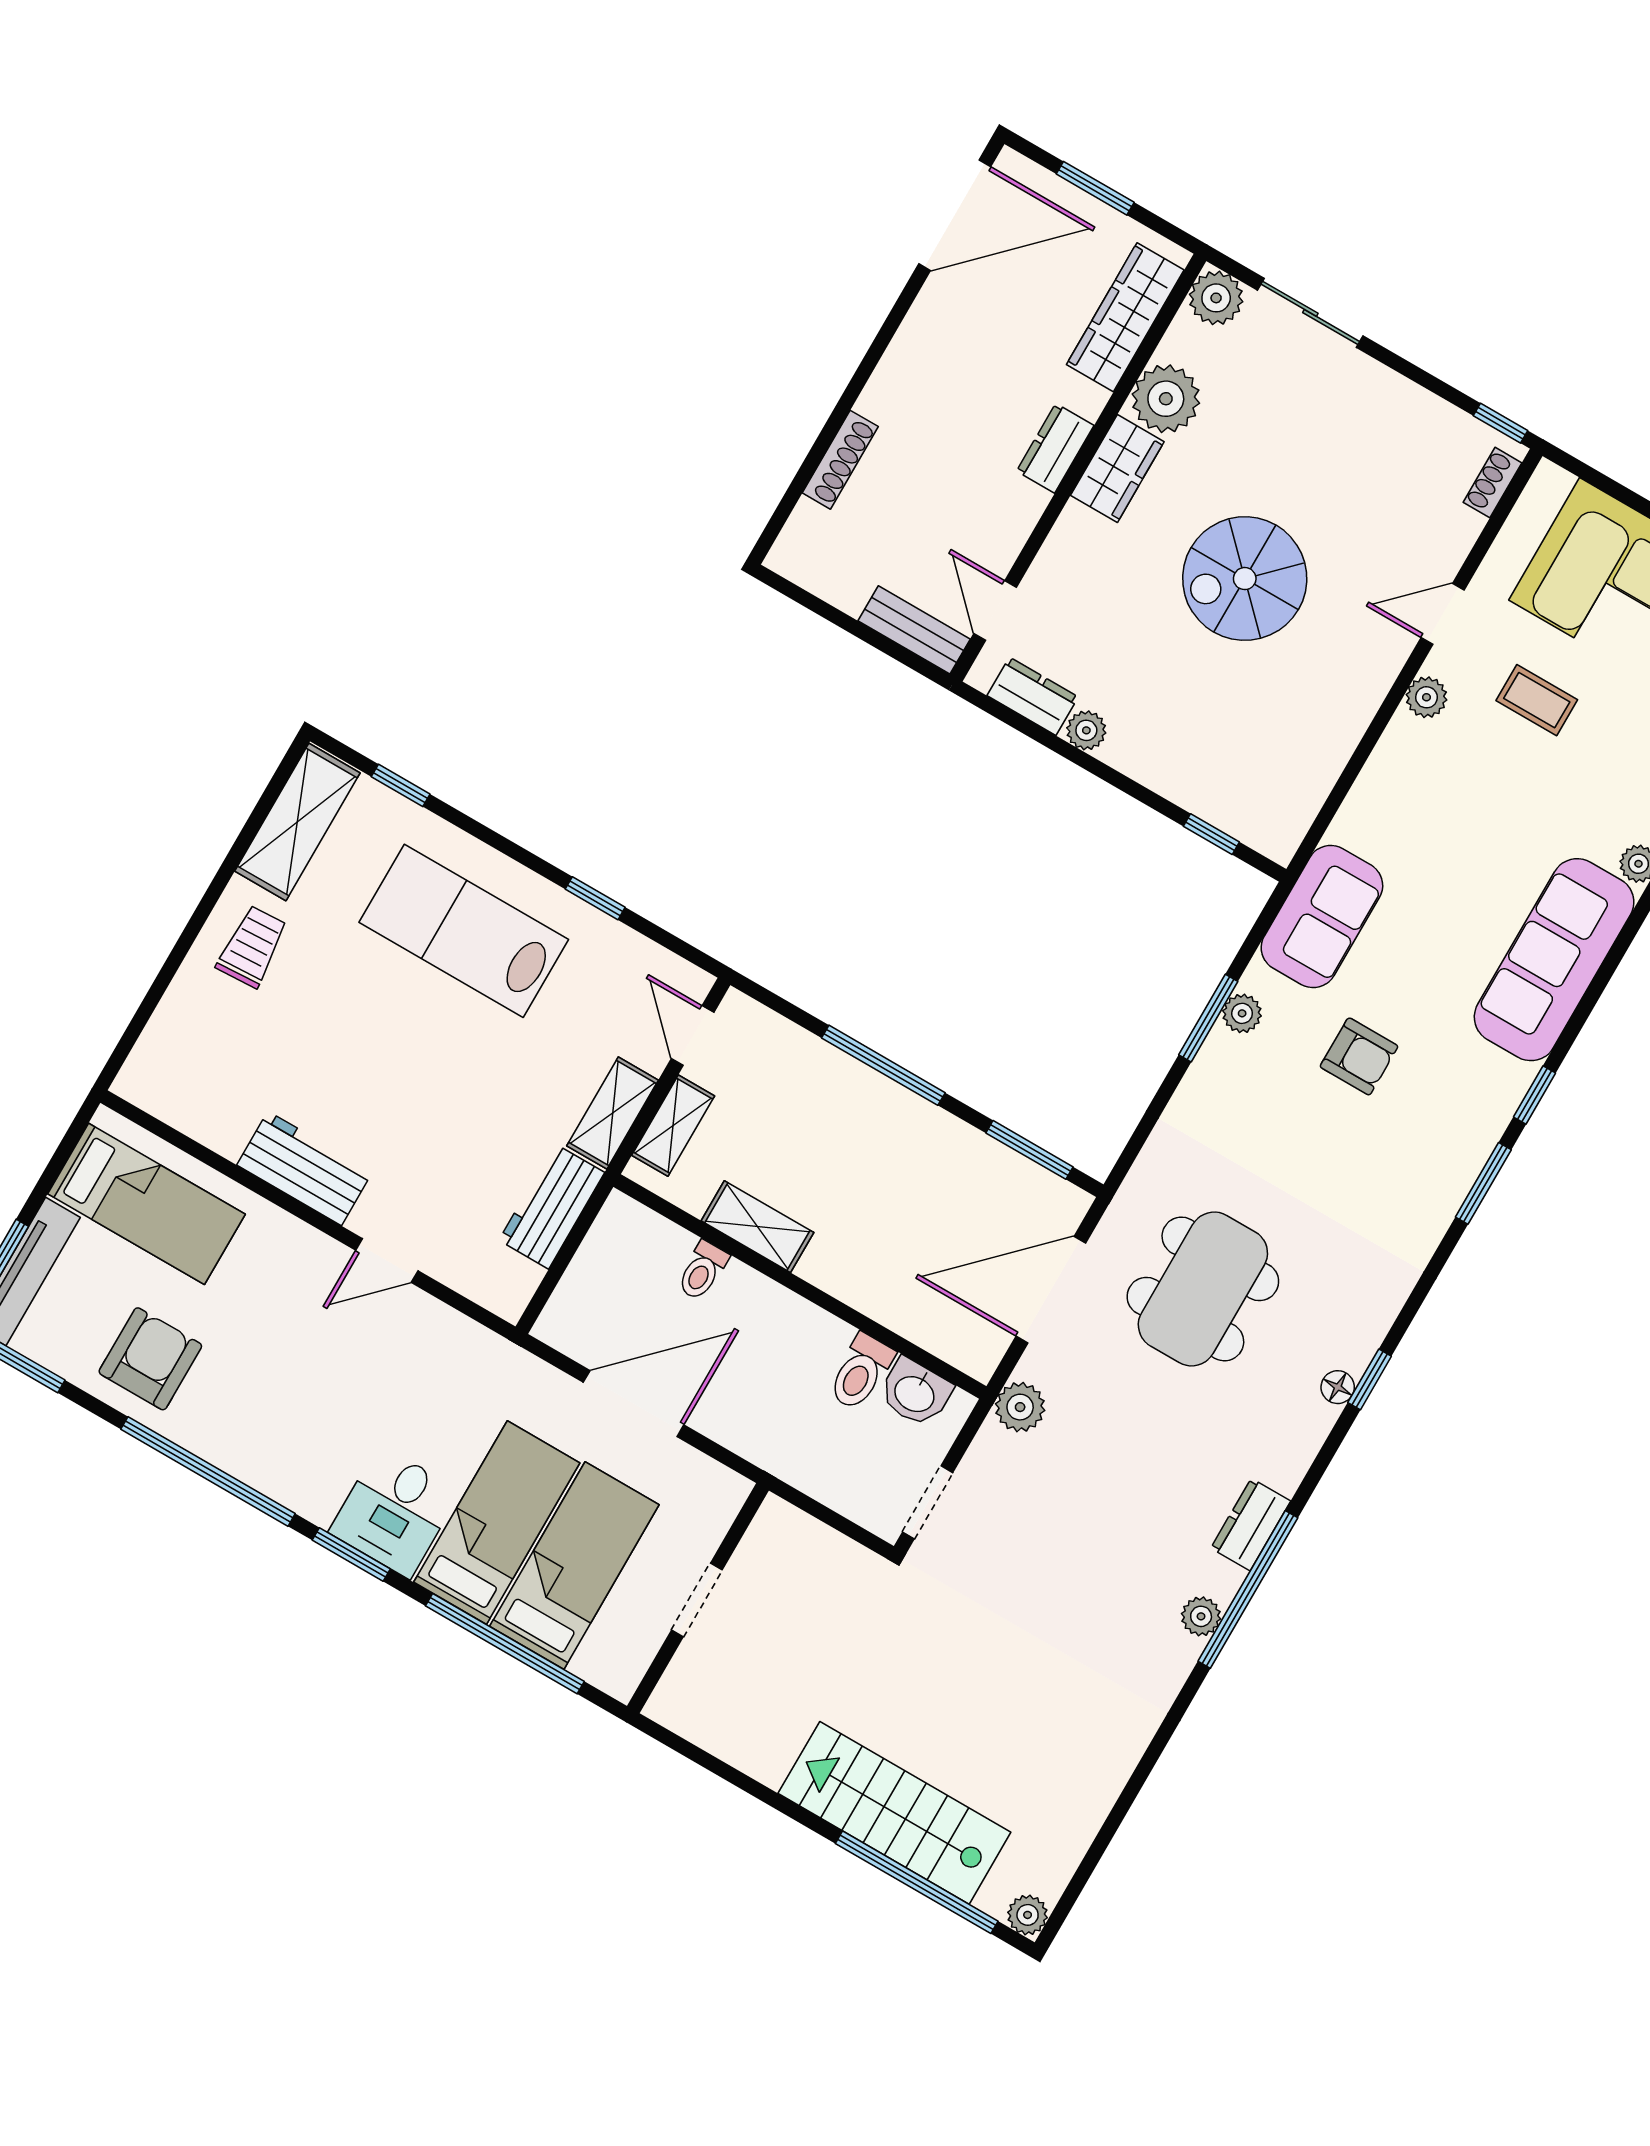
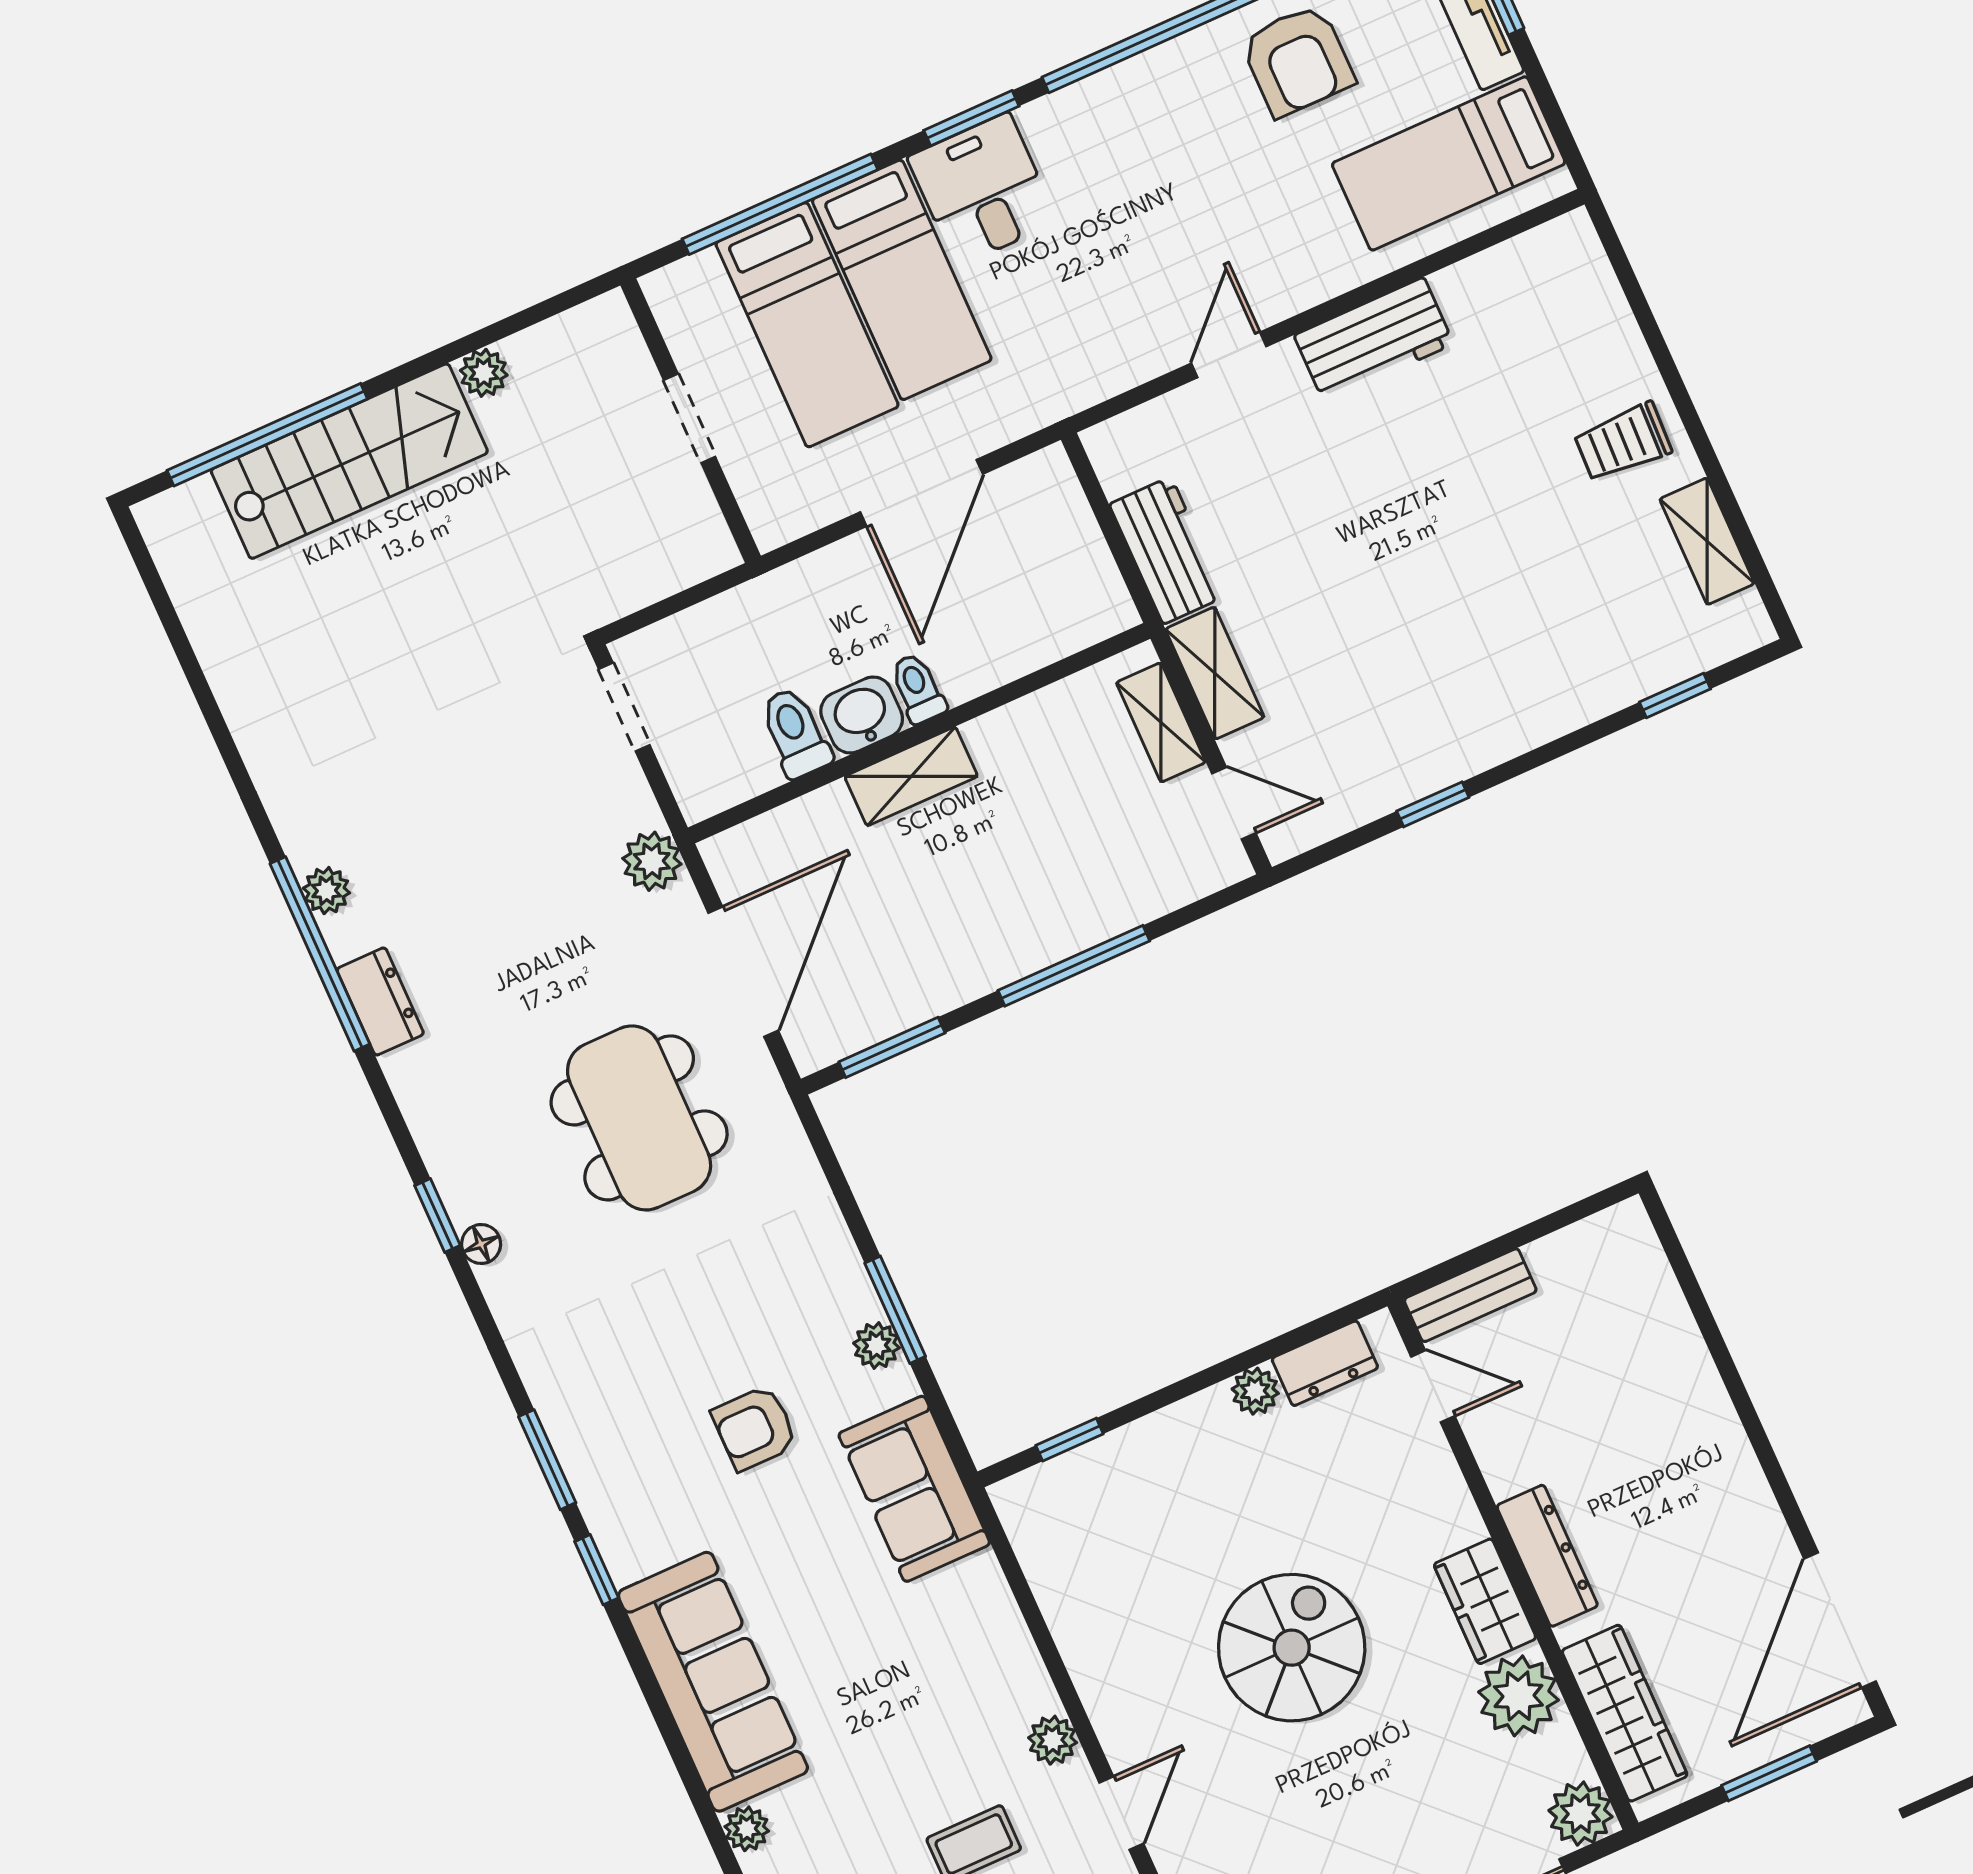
dresser: (1055, 448) -> (1547, 1556), width x1.44
shoe rack: (840, 460) -> (1684, 1342), removed
shelving: (297, 822) -> (1707, 541), width x0.67, depth x0.75
lab bench: (464, 931) -> (1492, 656), removed
trolley: (252, 947) -> (1623, 442), turned 95
shelving: (757, 1227) -> (911, 776), moved
toilet: (702, 1271) -> (918, 688), moved
floor lamp: (1338, 1387) -> (481, 1244), moved
washbasin: (915, 1393) -> (862, 715), moved
plant: (1028, 1915) -> (484, 373), moved

